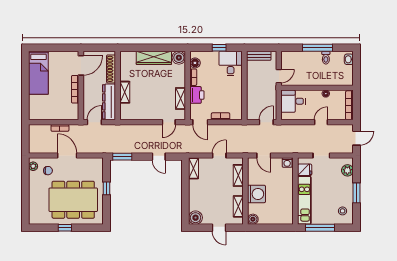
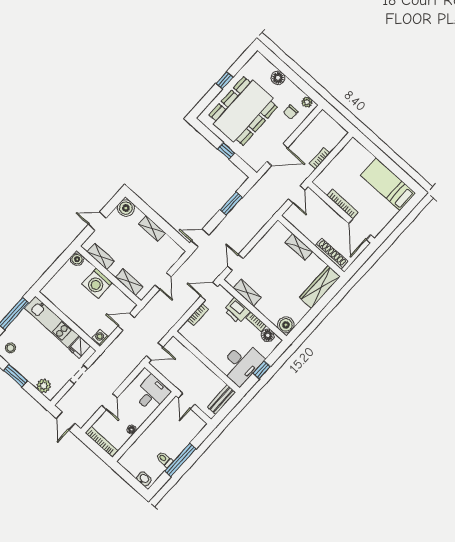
wardrobe: (154, 58) -> (320, 287), moved
desk: (231, 64) -> (241, 363), width x1.37
dresser: (109, 102) -> (303, 225), removed
door: (266, 122) -> (155, 352), hinge flipped
door: (67, 156) -> (277, 155), moved
window: (122, 157) -> (231, 204), moved
door: (159, 157) -> (200, 238), moved
shelving: (194, 168) -> (152, 228), moved
floor lamp: (34, 197) -> (278, 78), added

